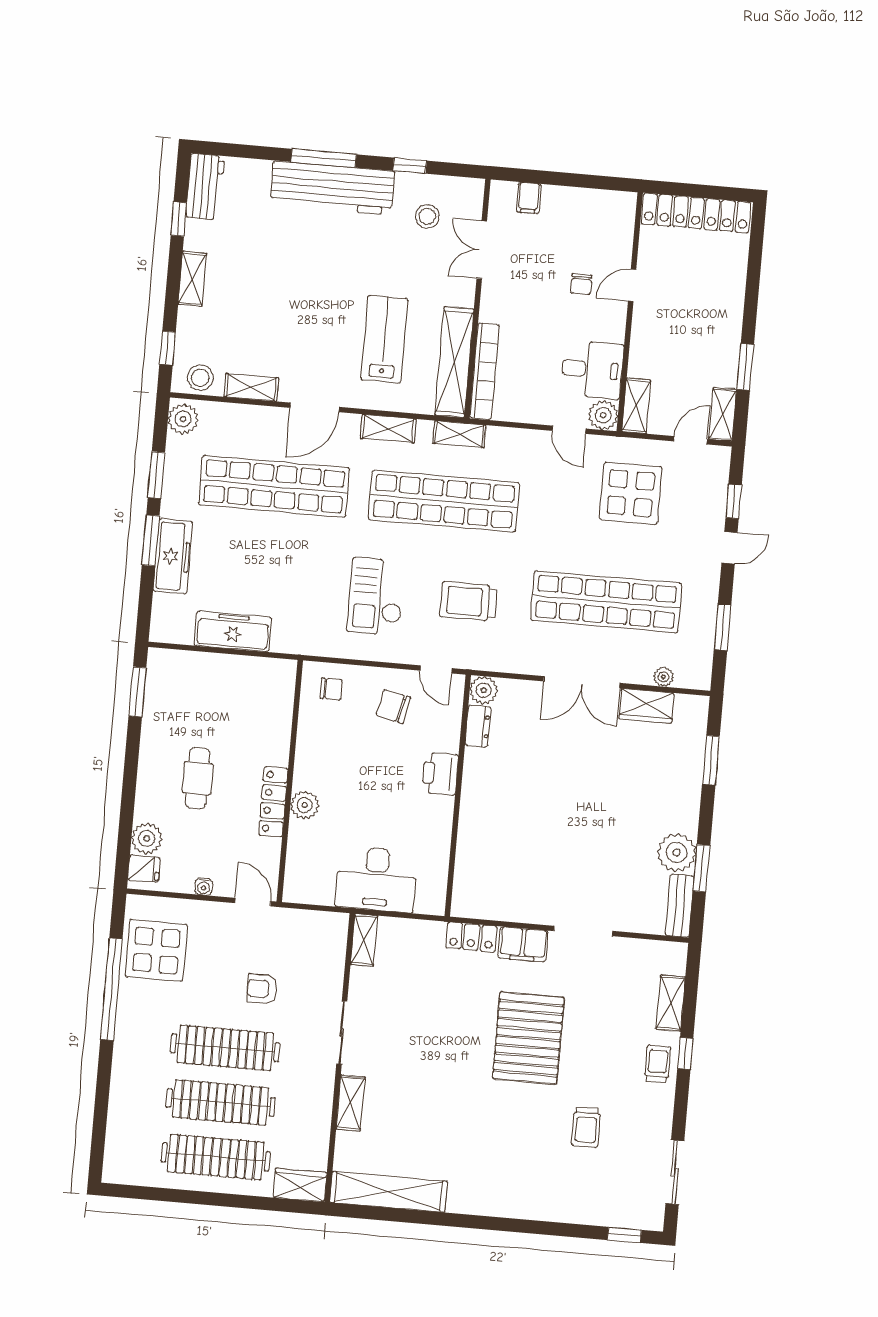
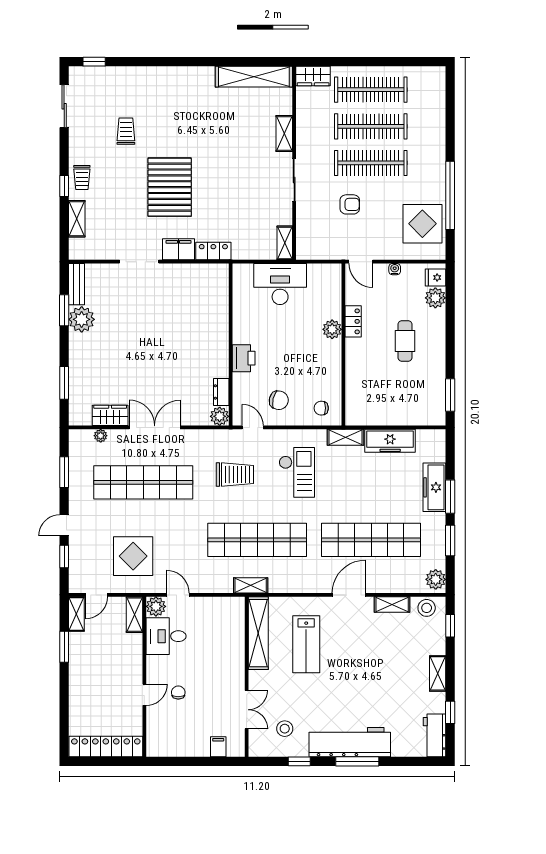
bookcase: (485, 371) -> (238, 629), removed
shelving: (388, 429) -> (346, 437), moved
locker: (273, 802) -> (353, 321), width x0.66

